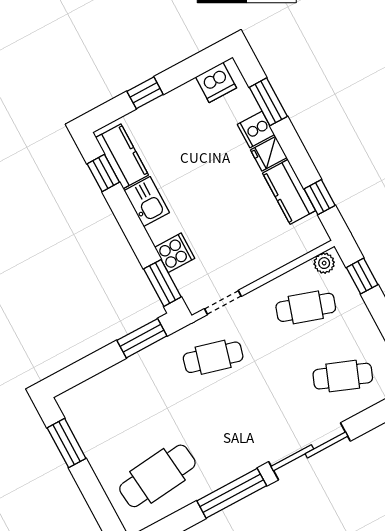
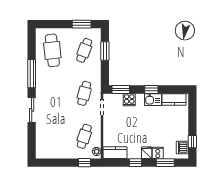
window: (145, 93) -> (192, 142), moved
window: (103, 173) -> (151, 90), moved
kitchen counter: (289, 192) -> (115, 153), moved
window: (320, 197) -> (135, 163), moved
window: (142, 338) -> (105, 51), moved
cafe table: (343, 376) -> (84, 50), moved
sliding door: (309, 451) -> (32, 110), width x0.73

